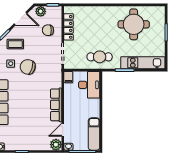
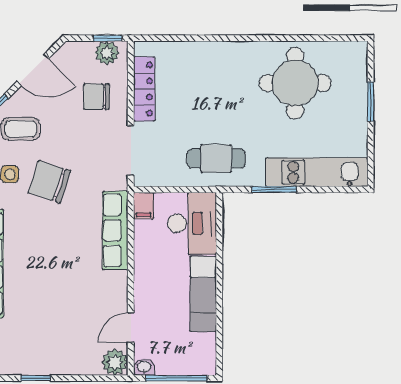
plant: (41, 11) -> (107, 53), moved
row of seats: (56, 105) -> (115, 230), moved
exam couch: (94, 134) -> (203, 294), moved

